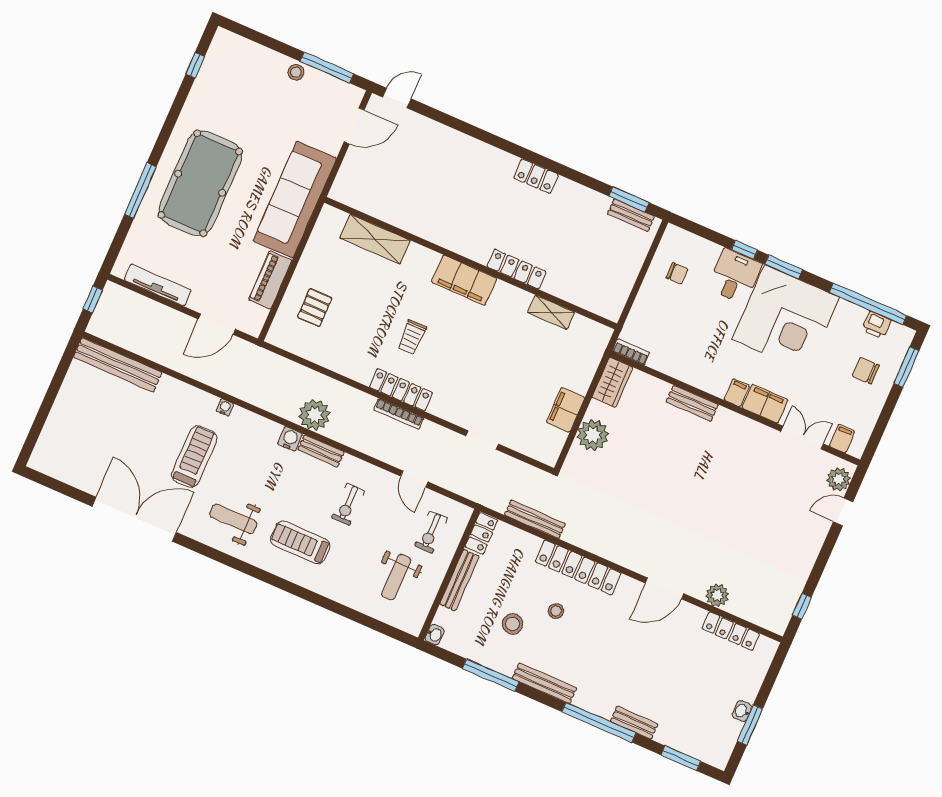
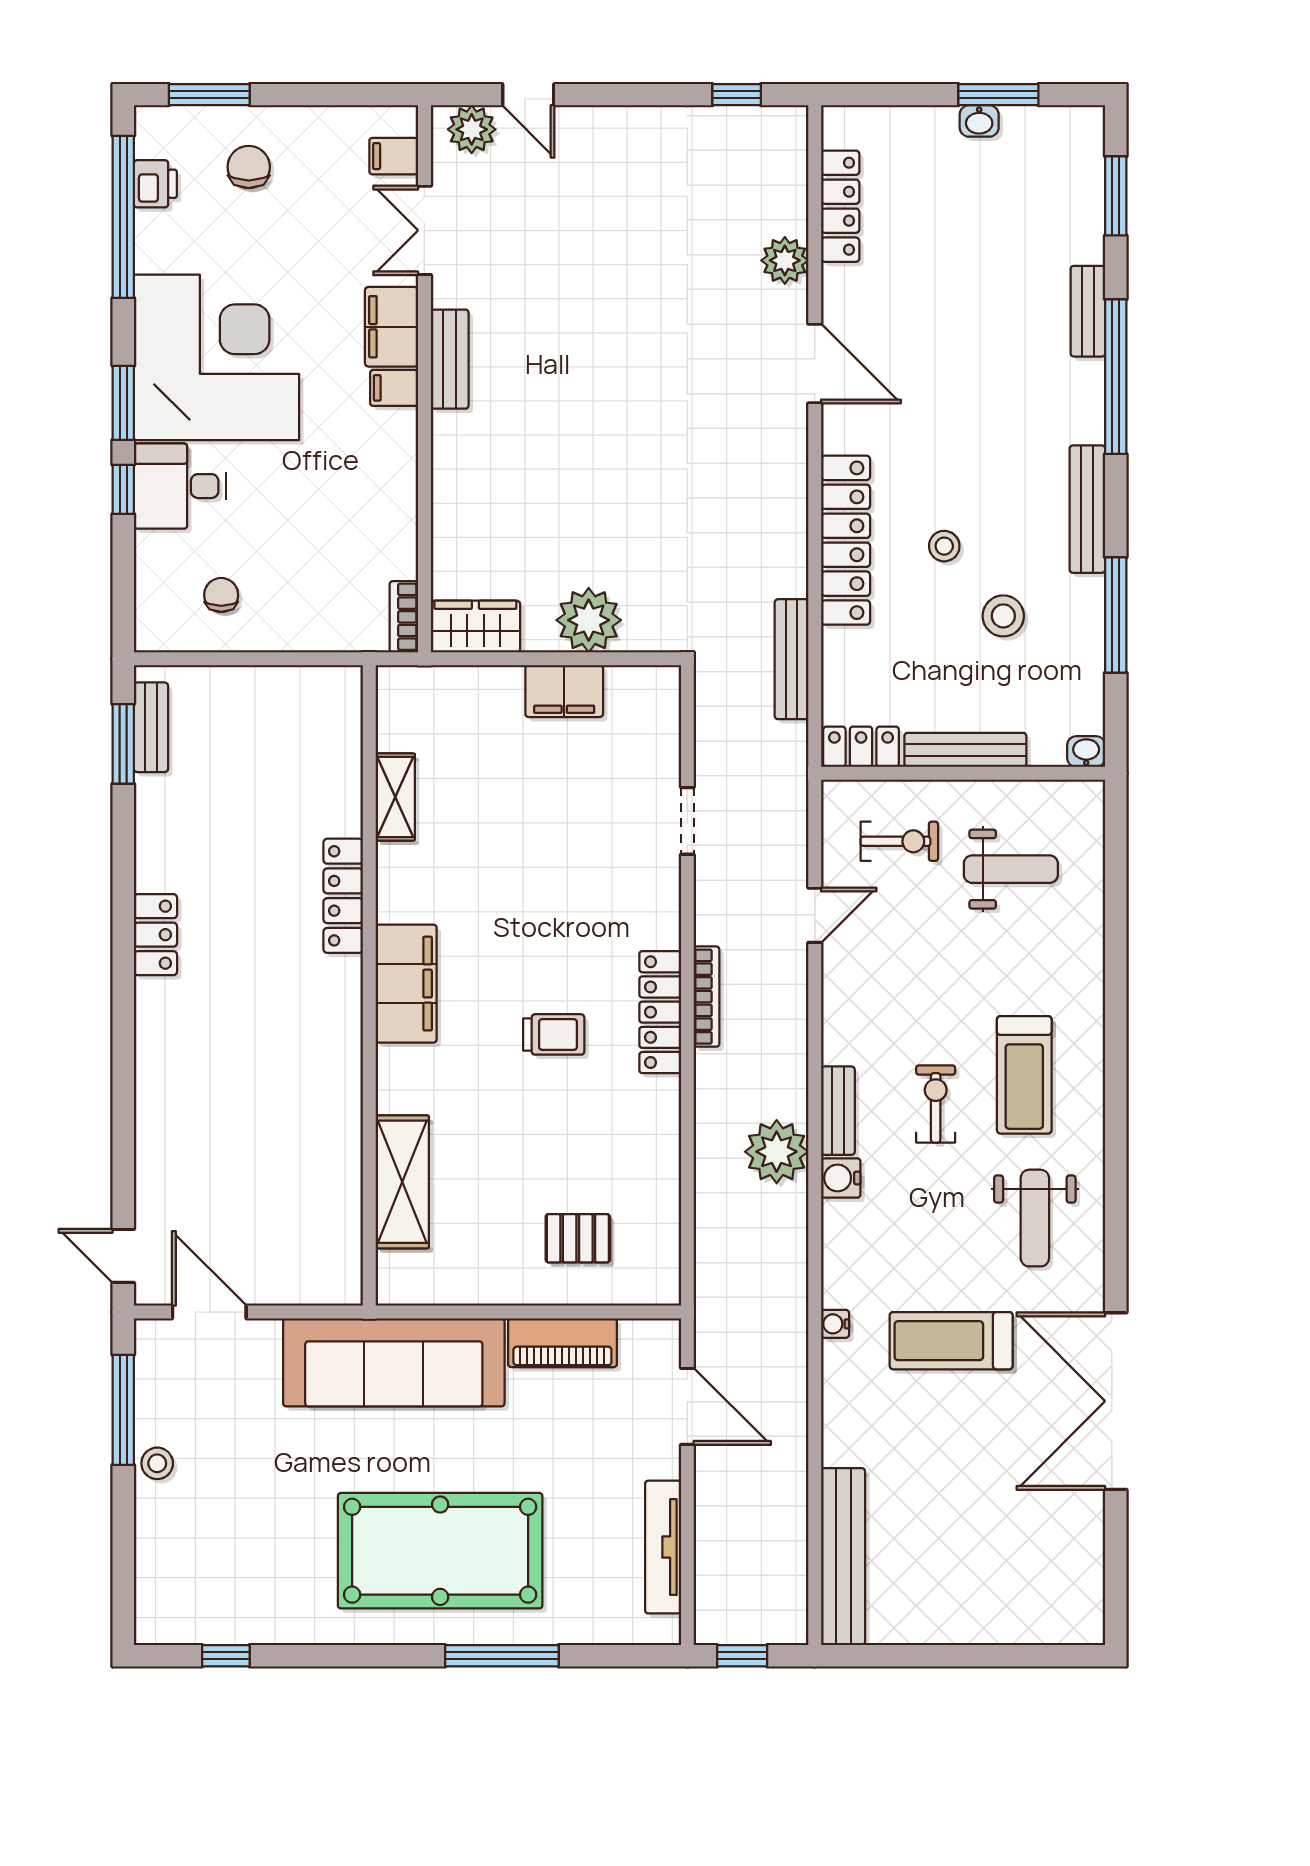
chair: (866, 371) -> (249, 167), turned 180
bench: (692, 403) -> (450, 359), moved
exercise bike: (348, 504) -> (936, 1104), moved, turned -90

